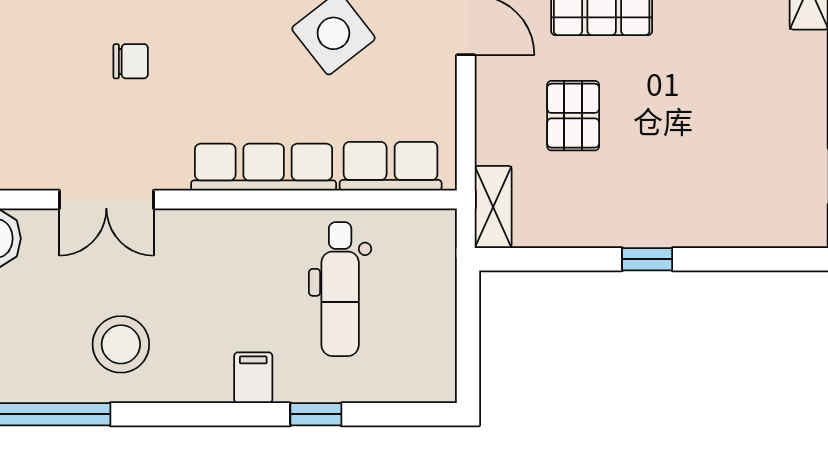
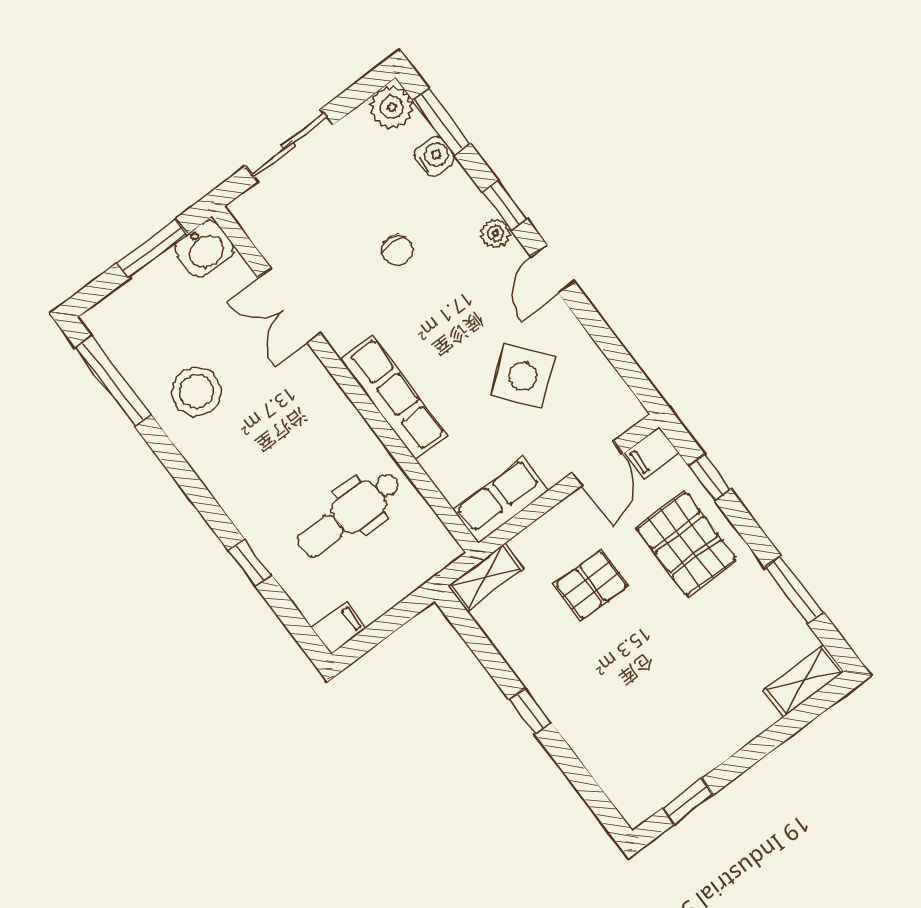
row of seats: (391, 166) -> (501, 500), moved, turned -90
filing cabinet: (253, 378) -> (339, 628), moved

